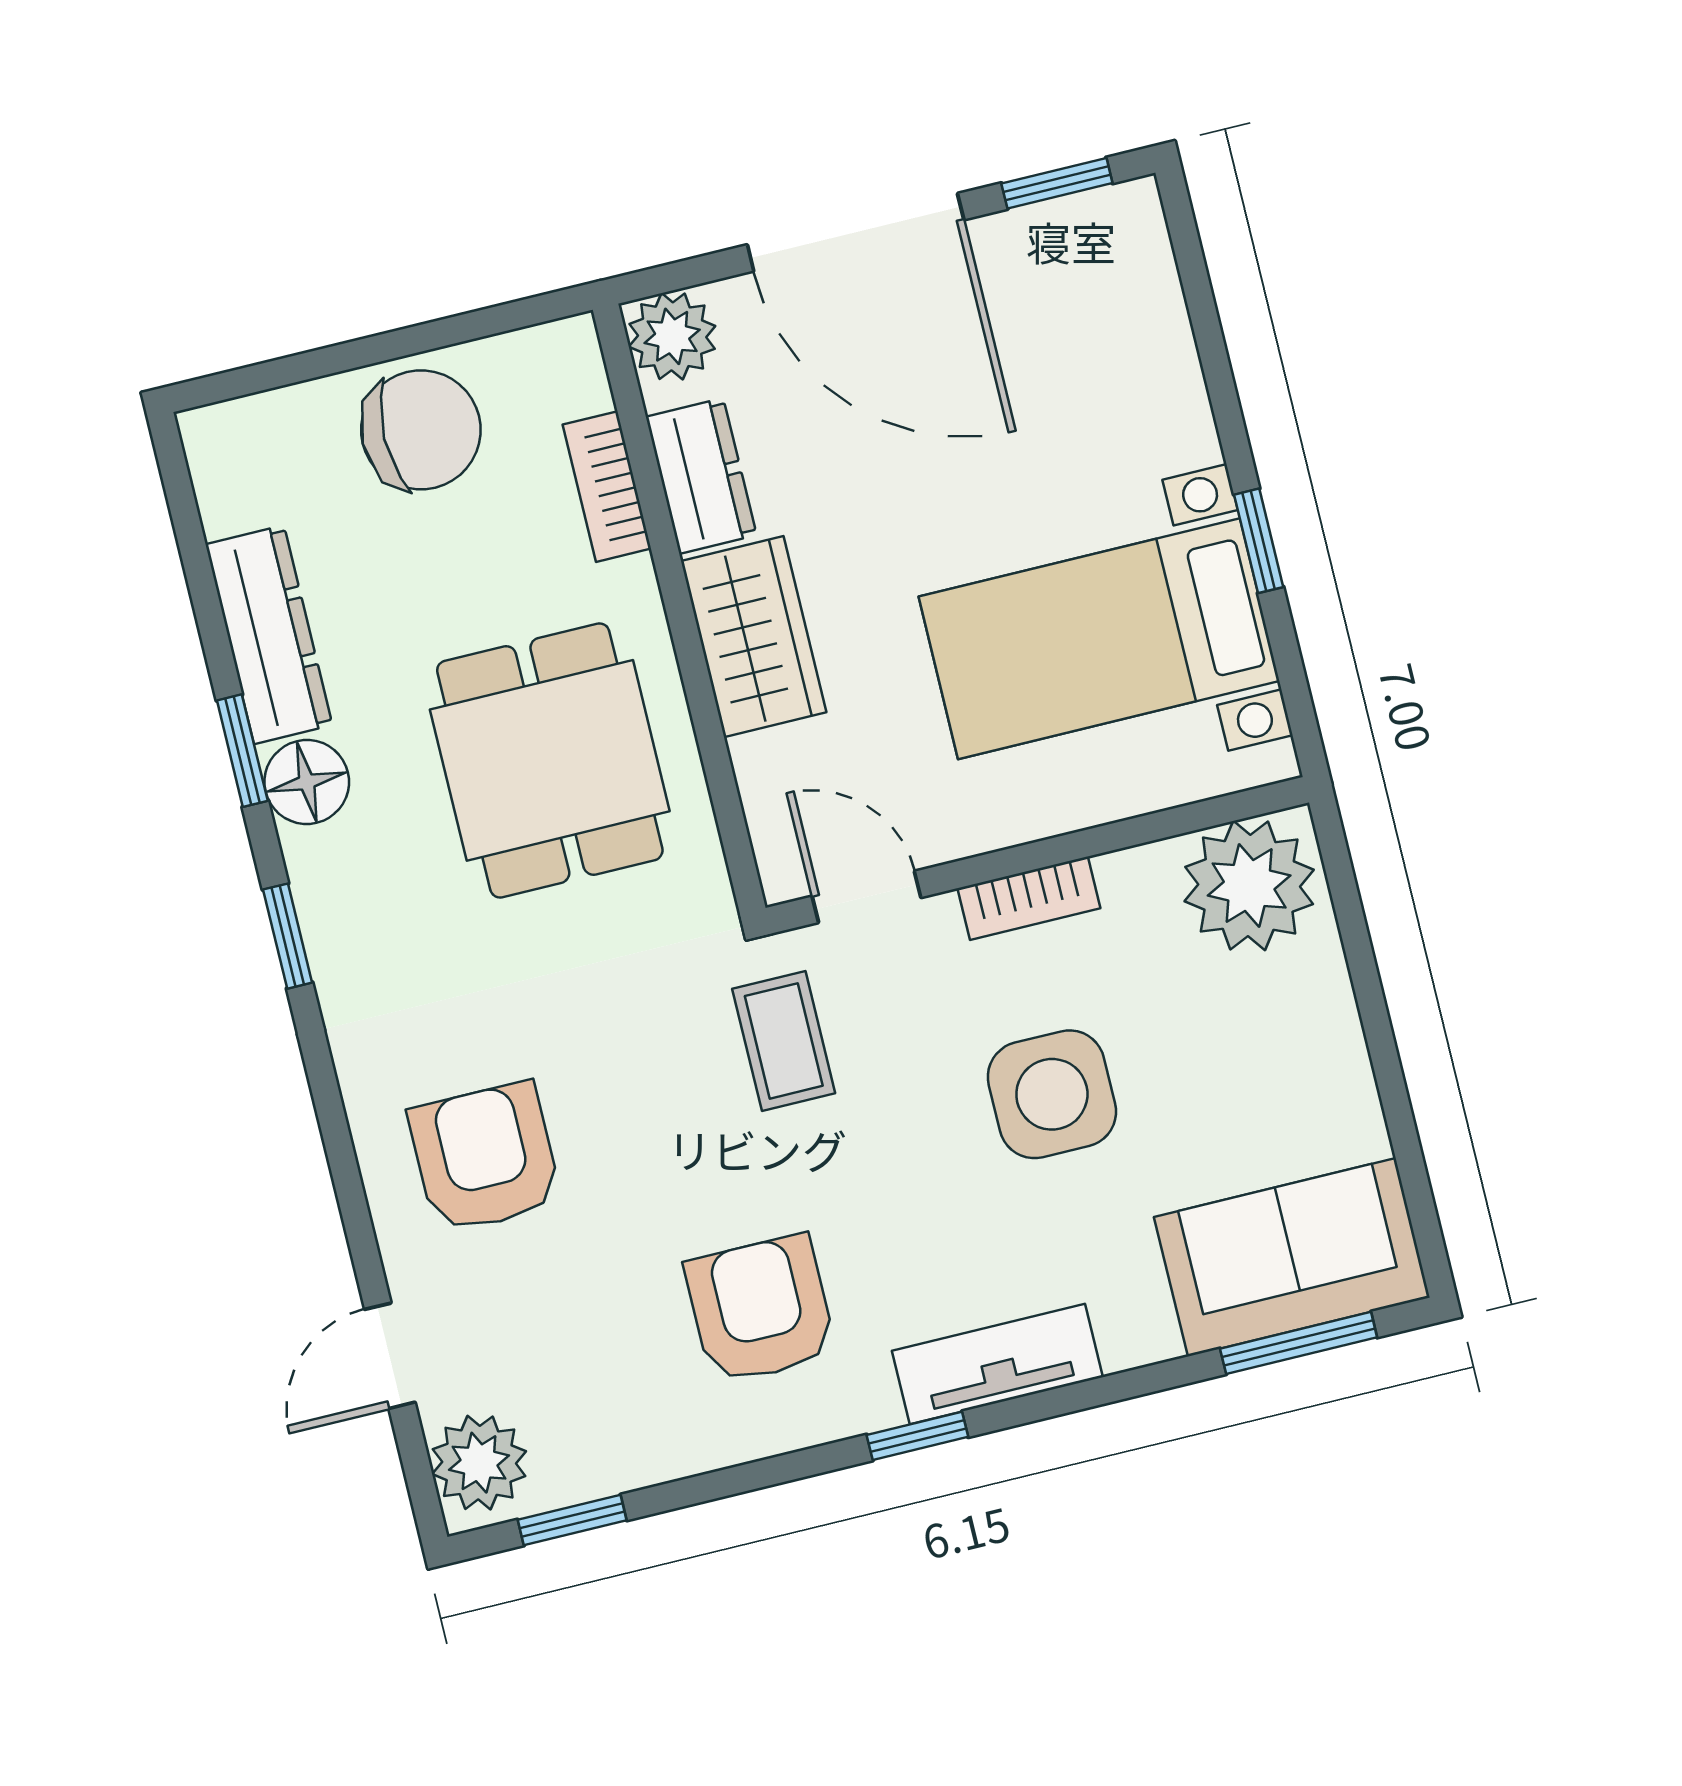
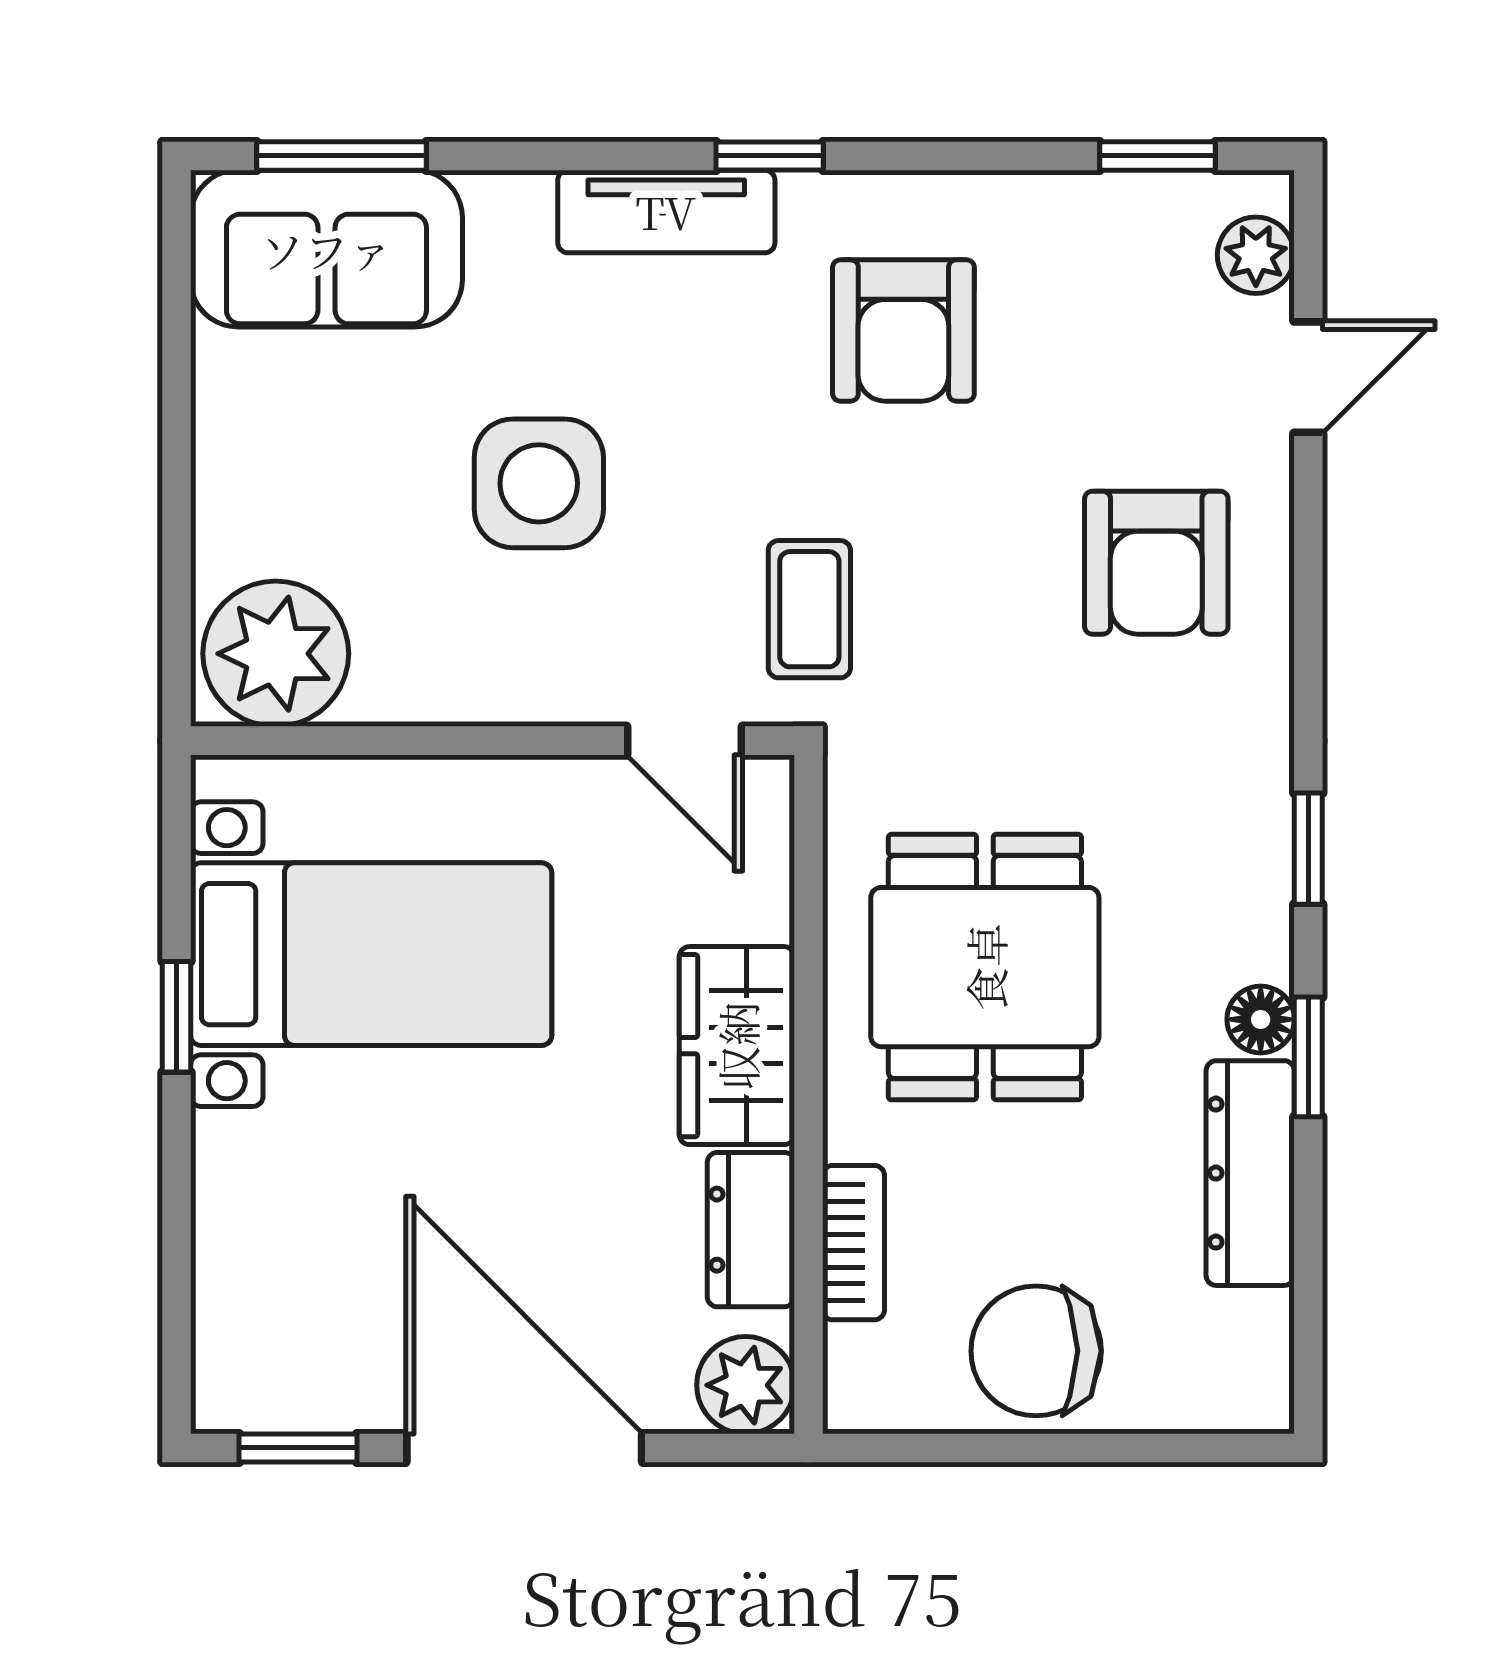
floor lamp: (307, 782) -> (1261, 1019), width x0.73, depth x0.73
bookcase: (1029, 898) -> (513, 697), removed
plant: (479, 1463) -> (1256, 255), width x0.73, depth x0.73

